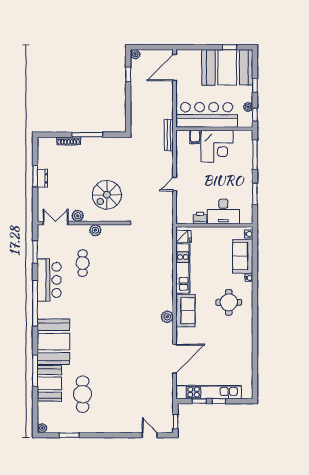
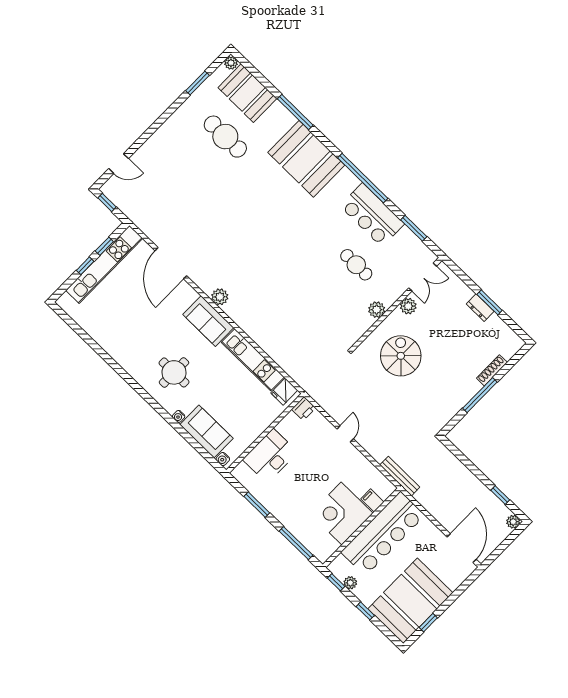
printer: (200, 218) -> (304, 409), moved
booth: (49, 383) -> (247, 93), moved

